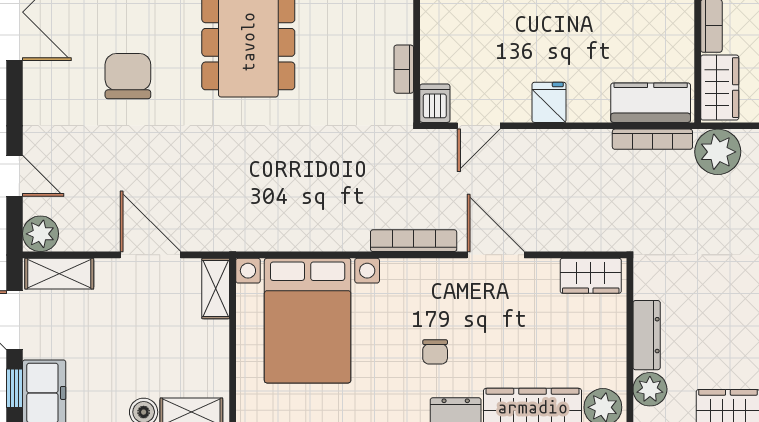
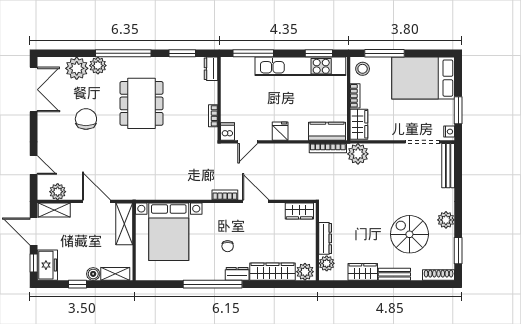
plant: (41, 234) -> (58, 192), moved
bookcase: (414, 241) -> (225, 195), width x0.64
shelving: (216, 289) -> (124, 224), width x1.50, depth x1.33

